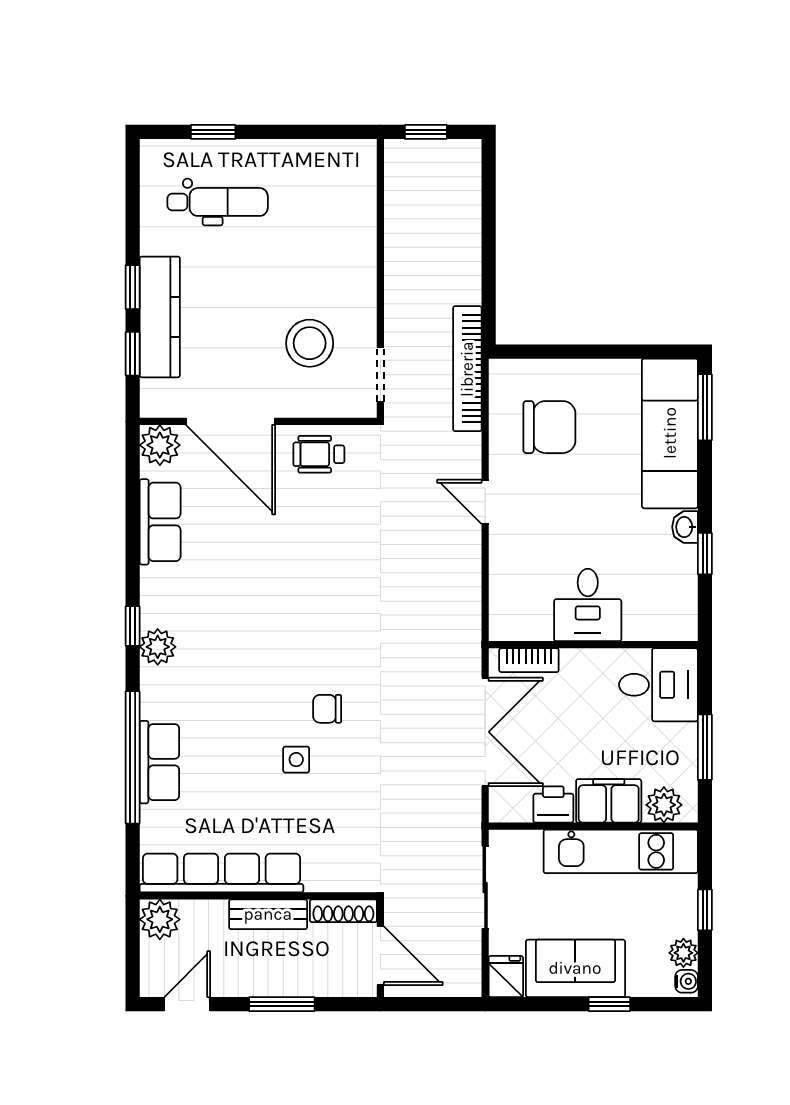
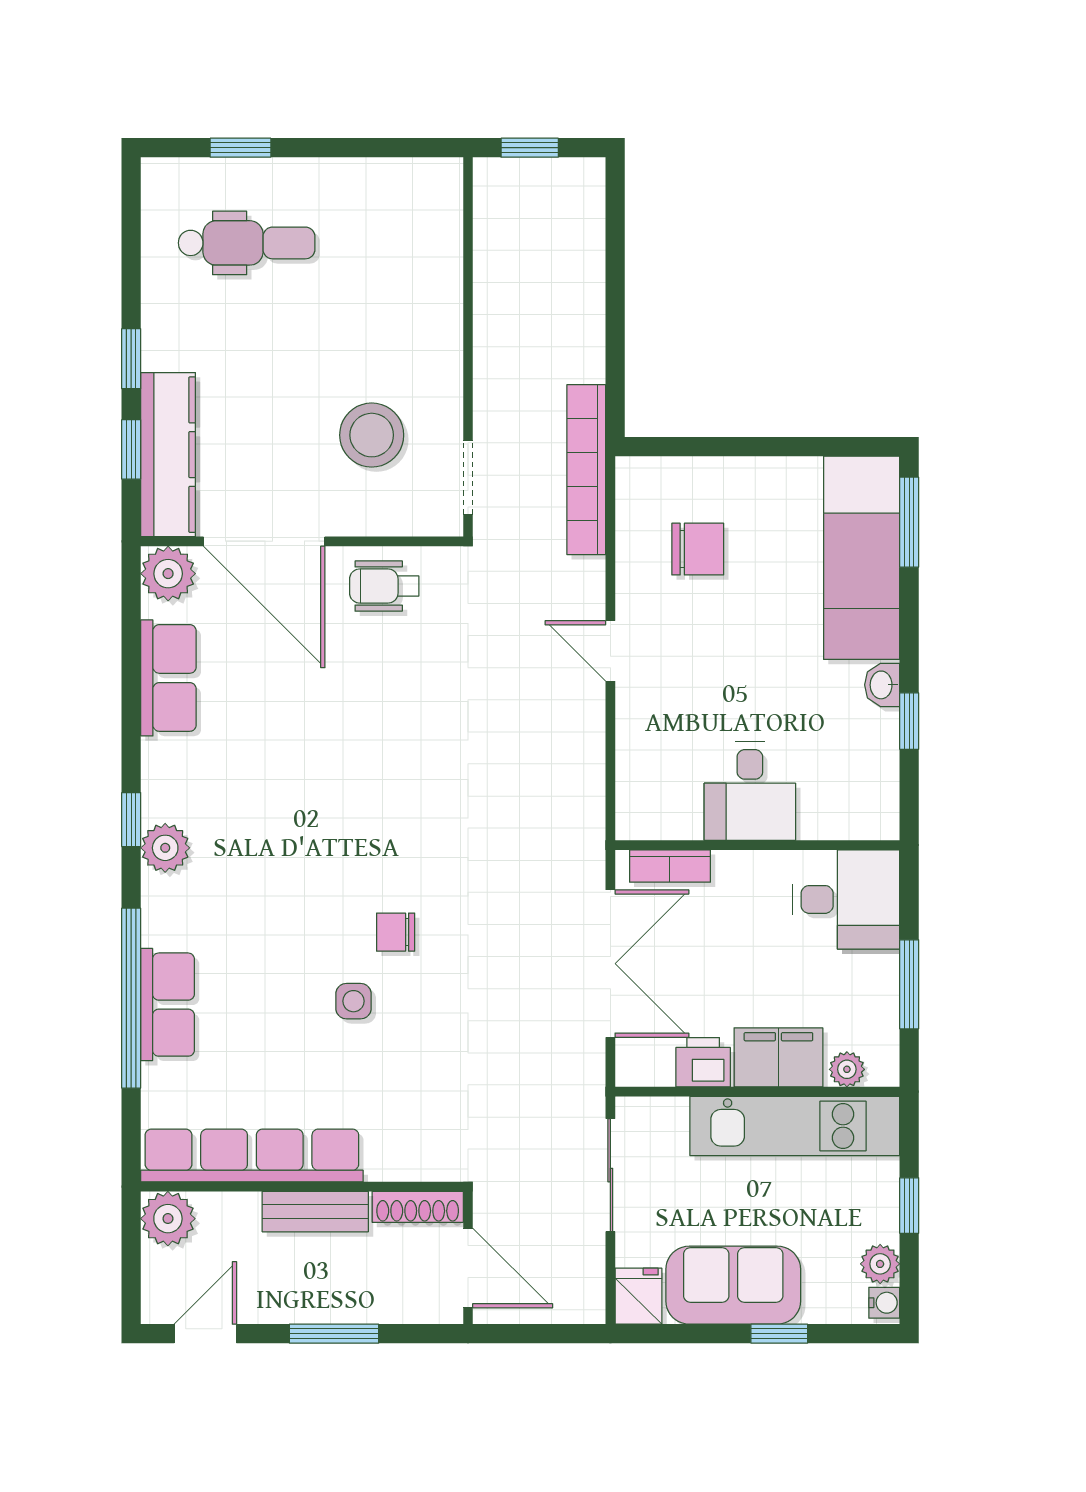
kitchen counter: (160, 317) -> (168, 455), moved
chair: (549, 427) -> (698, 549), width x0.73, depth x0.73
plant: (664, 805) -> (847, 1069), width x0.73, depth x0.73

